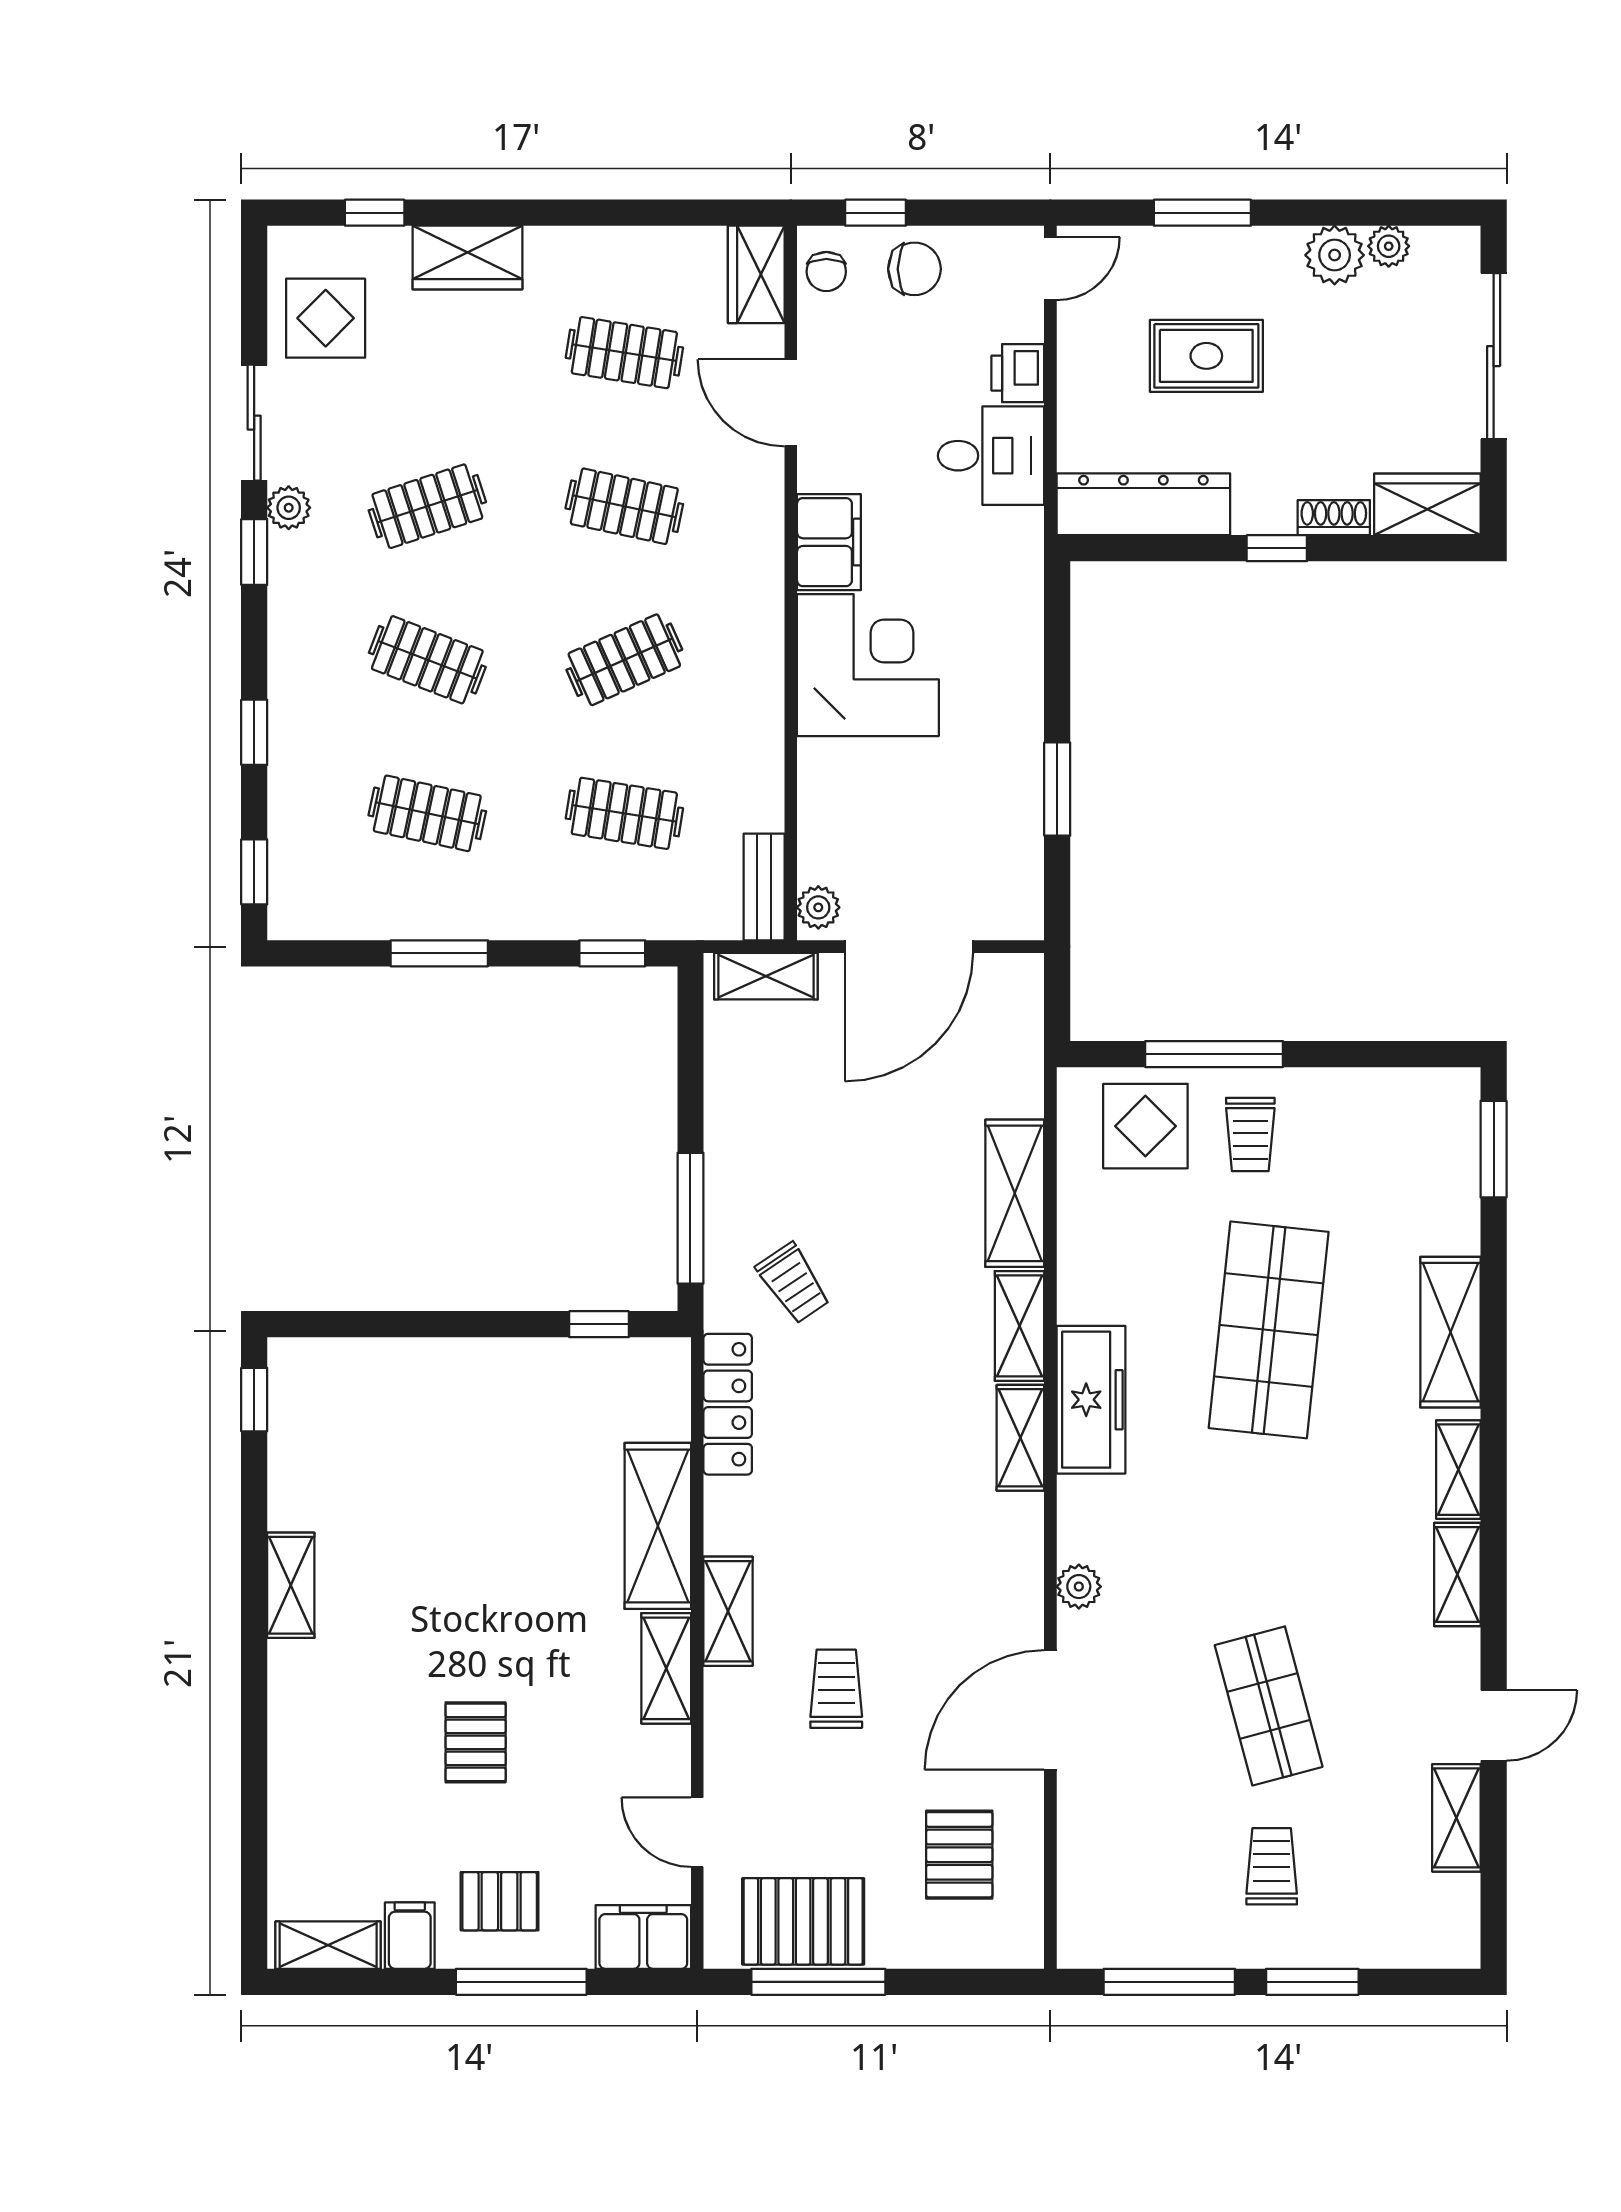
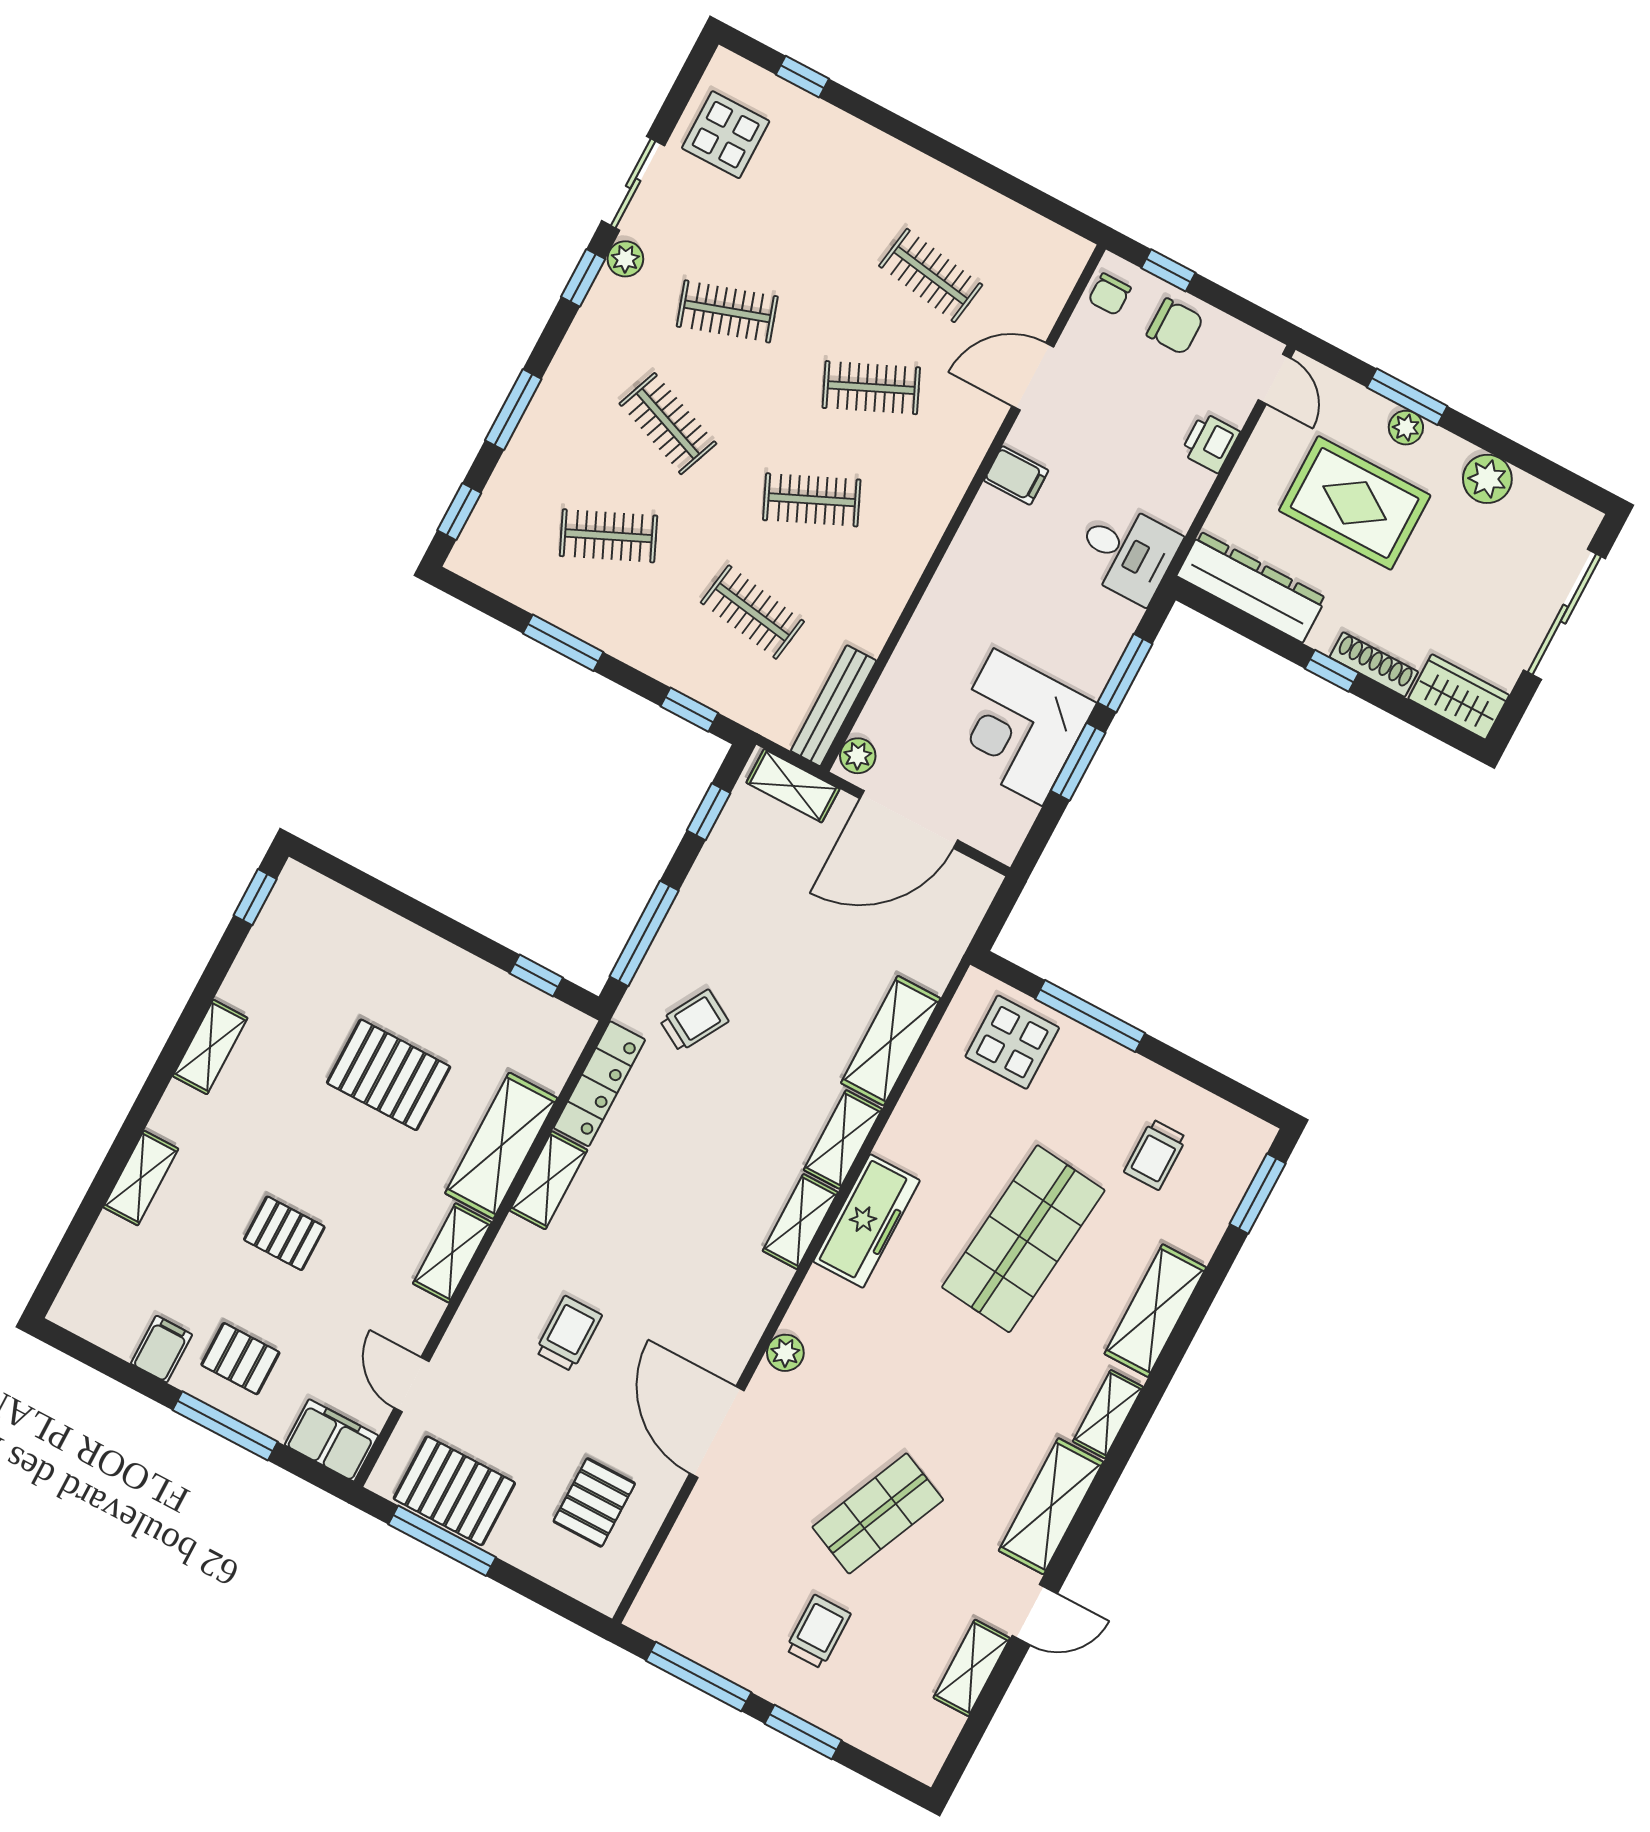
plant: (1389, 246) -> (1406, 428), moved
wardrobe: (467, 257) -> (853, 145), removed
door: (1050, 269) -> (1274, 379), hinge flipped
wardrobe: (756, 274) -> (1057, 269), removed
rug: (1206, 356) -> (1355, 503), width x1.36, depth x1.43
door: (791, 403) -> (1033, 376), hinge flipped
desk: (991, 456) -> (1127, 552), moved
clothes rail: (624, 506) -> (871, 388), turned -36
shoe rack: (1334, 518) -> (1374, 664), width x1.43
filing cabinet: (829, 542) -> (1016, 476), width x0.50
corner desk: (868, 665) -> (1018, 727), moved, turned 180
window: (1057, 668) -> (1125, 673), added
window: (254, 732) -> (513, 410), width x1.50
clothes rail: (427, 813) -> (608, 536), turned -36
bench: (764, 887) -> (834, 706), width x1.36
window: (690, 1052) -> (709, 812), added
trolley: (1250, 1134) -> (1155, 1155), moved
trolley: (793, 1283) -> (694, 1021), turned -116
pallet: (497, 1514) -> (389, 1075), added
shelving: (1457, 1575) -> (1051, 1506), width x1.50, depth x1.33
shelving: (728, 1611) -> (549, 1180), moved
shop shelf: (1269, 1706) -> (878, 1513), turned 39
door: (1050, 1710) -> (717, 1432), hinge flipped
pallet: (476, 1742) -> (284, 1233), turned 90
shelving: (328, 1945) -> (141, 1178), moved, turned 90

